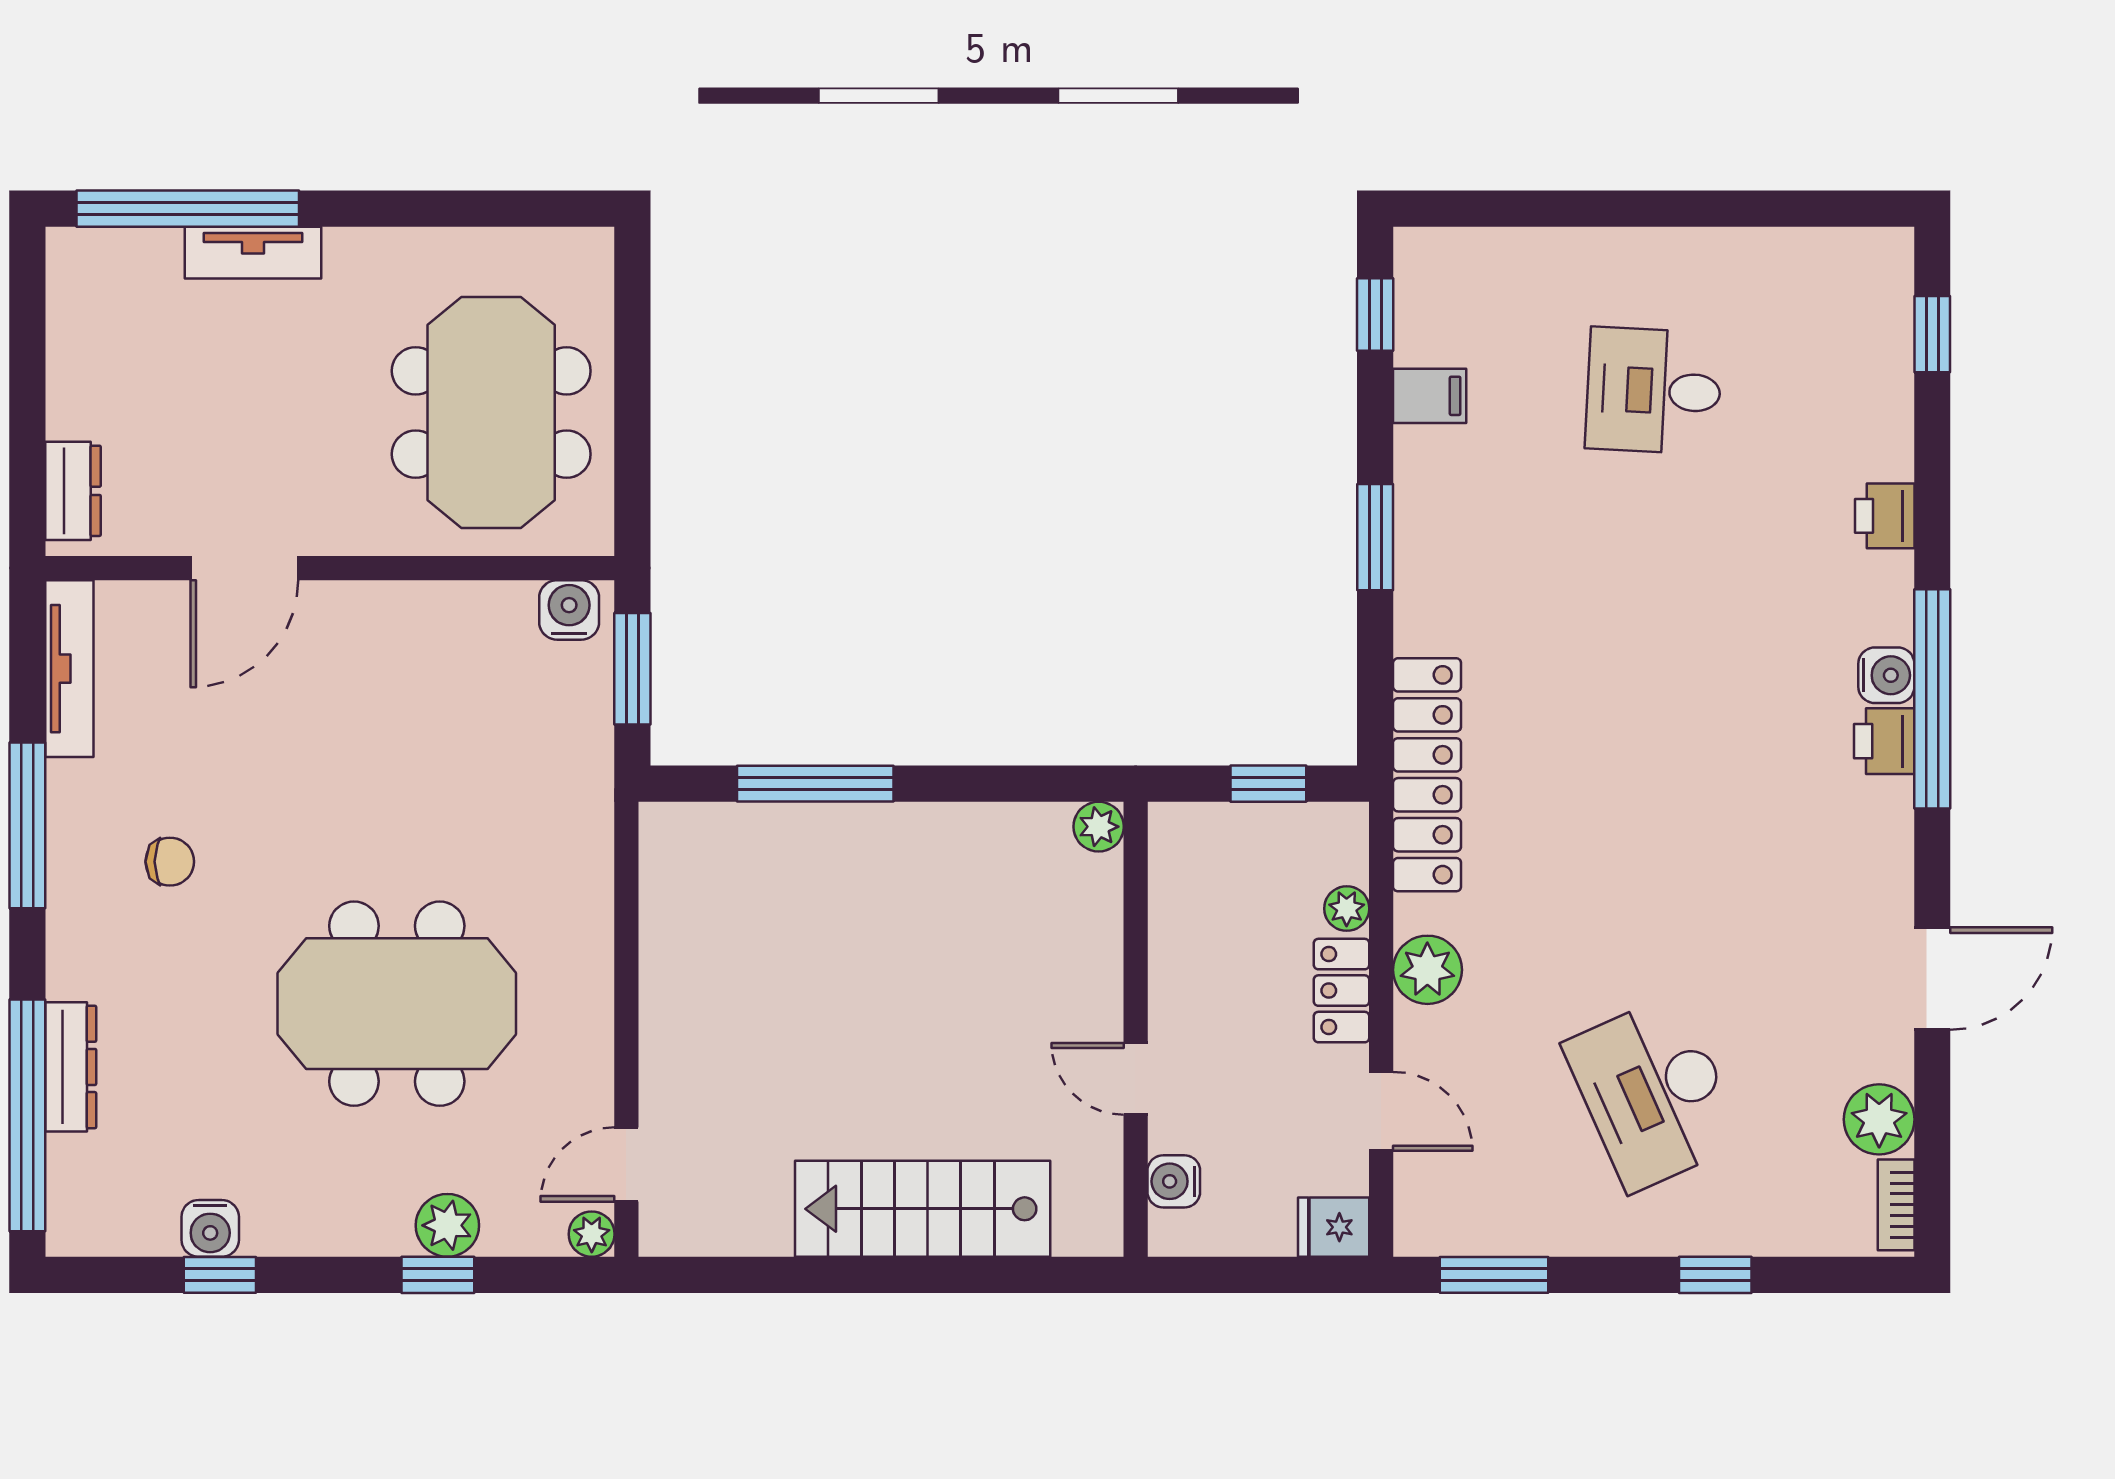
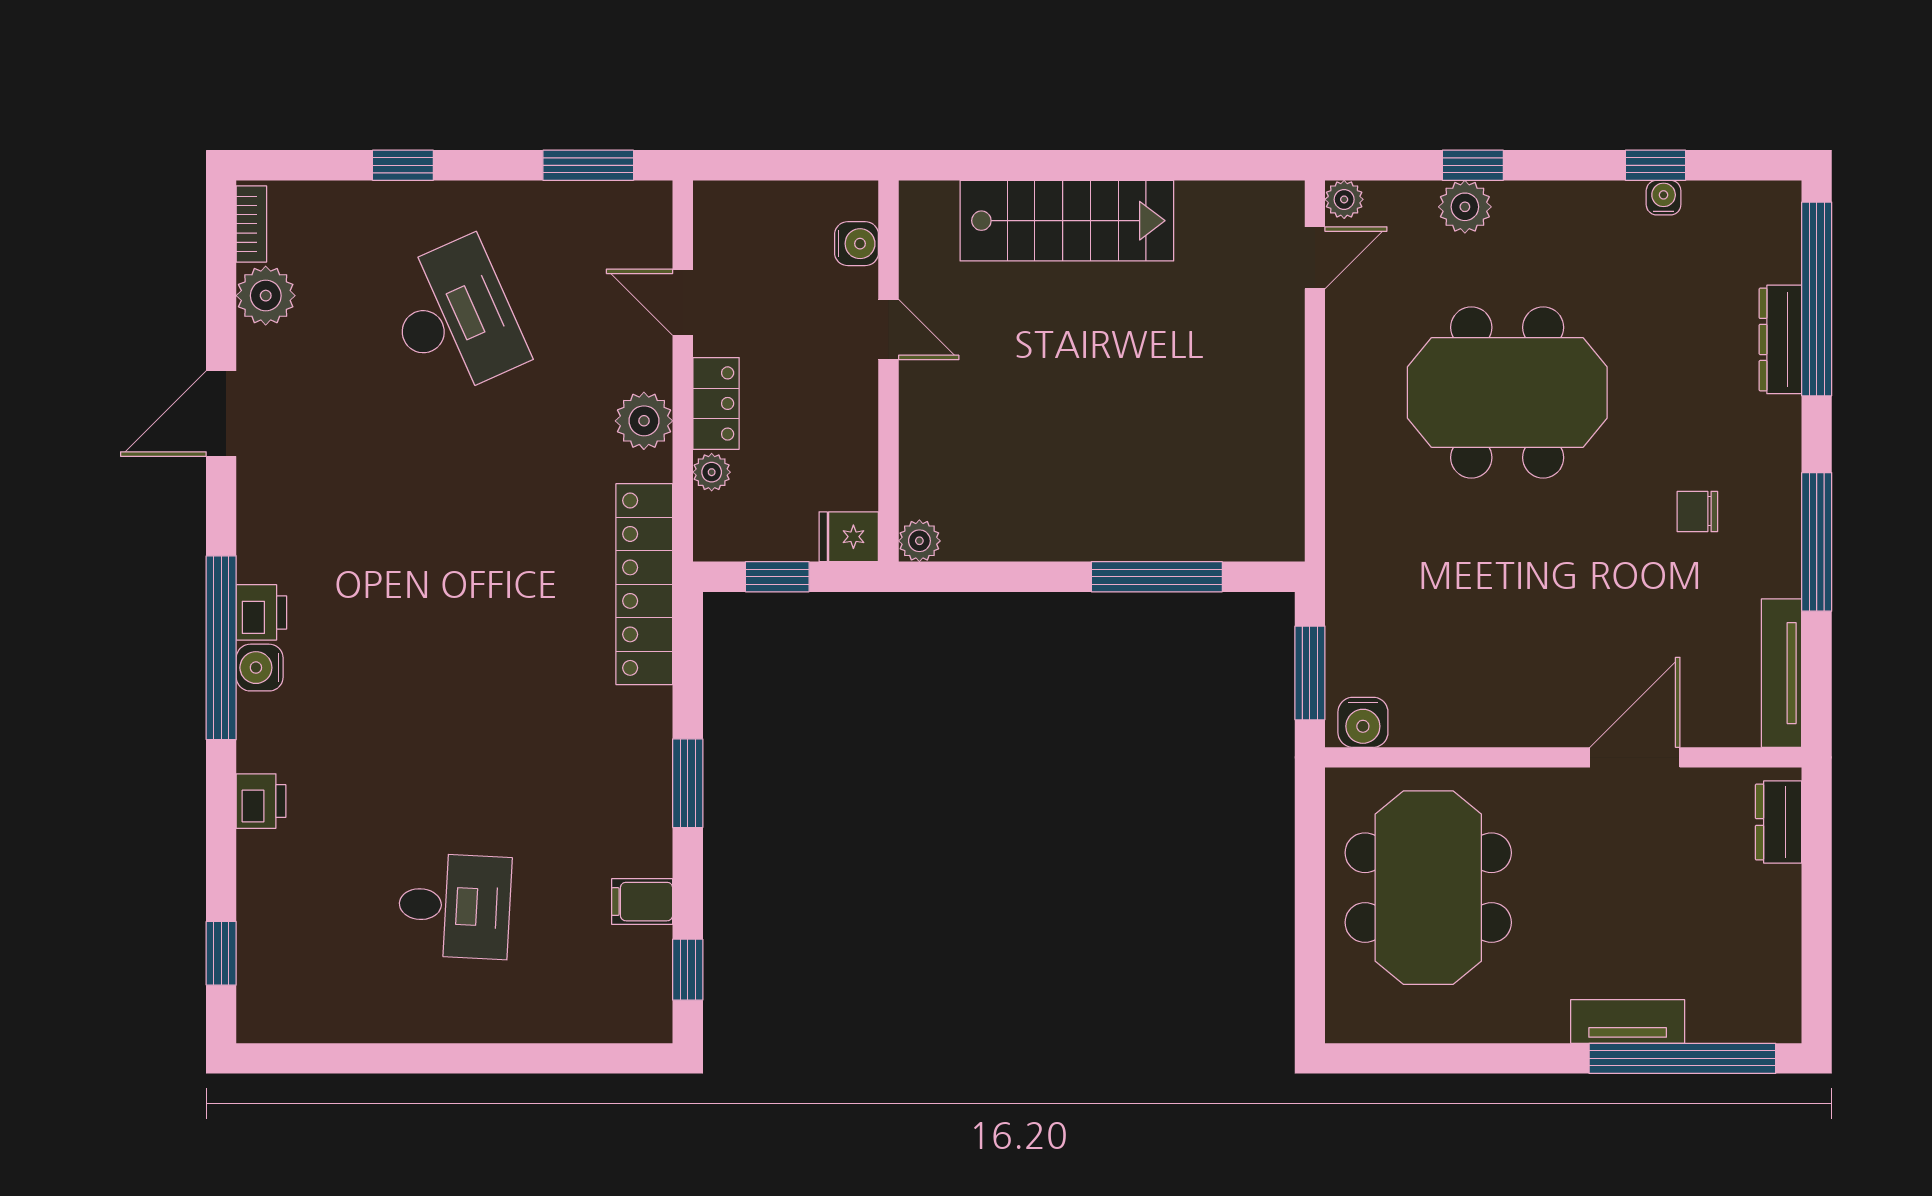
fridge: (1334, 1227) -> (849, 537), moved, turned 180
water cooler: (210, 1228) -> (1664, 198), width x0.72, depth x0.72

